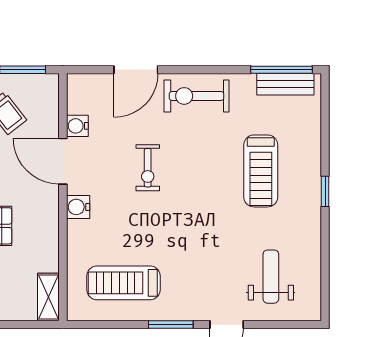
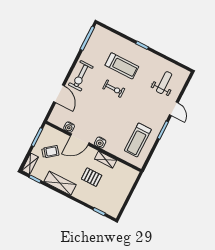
bench: (285, 84) -> (94, 40), removed
exercise bike: (148, 168) -> (114, 89), moved
weight bench: (271, 277) -> (164, 83), turned 90
shelving: (48, 297) -> (106, 160), moved

